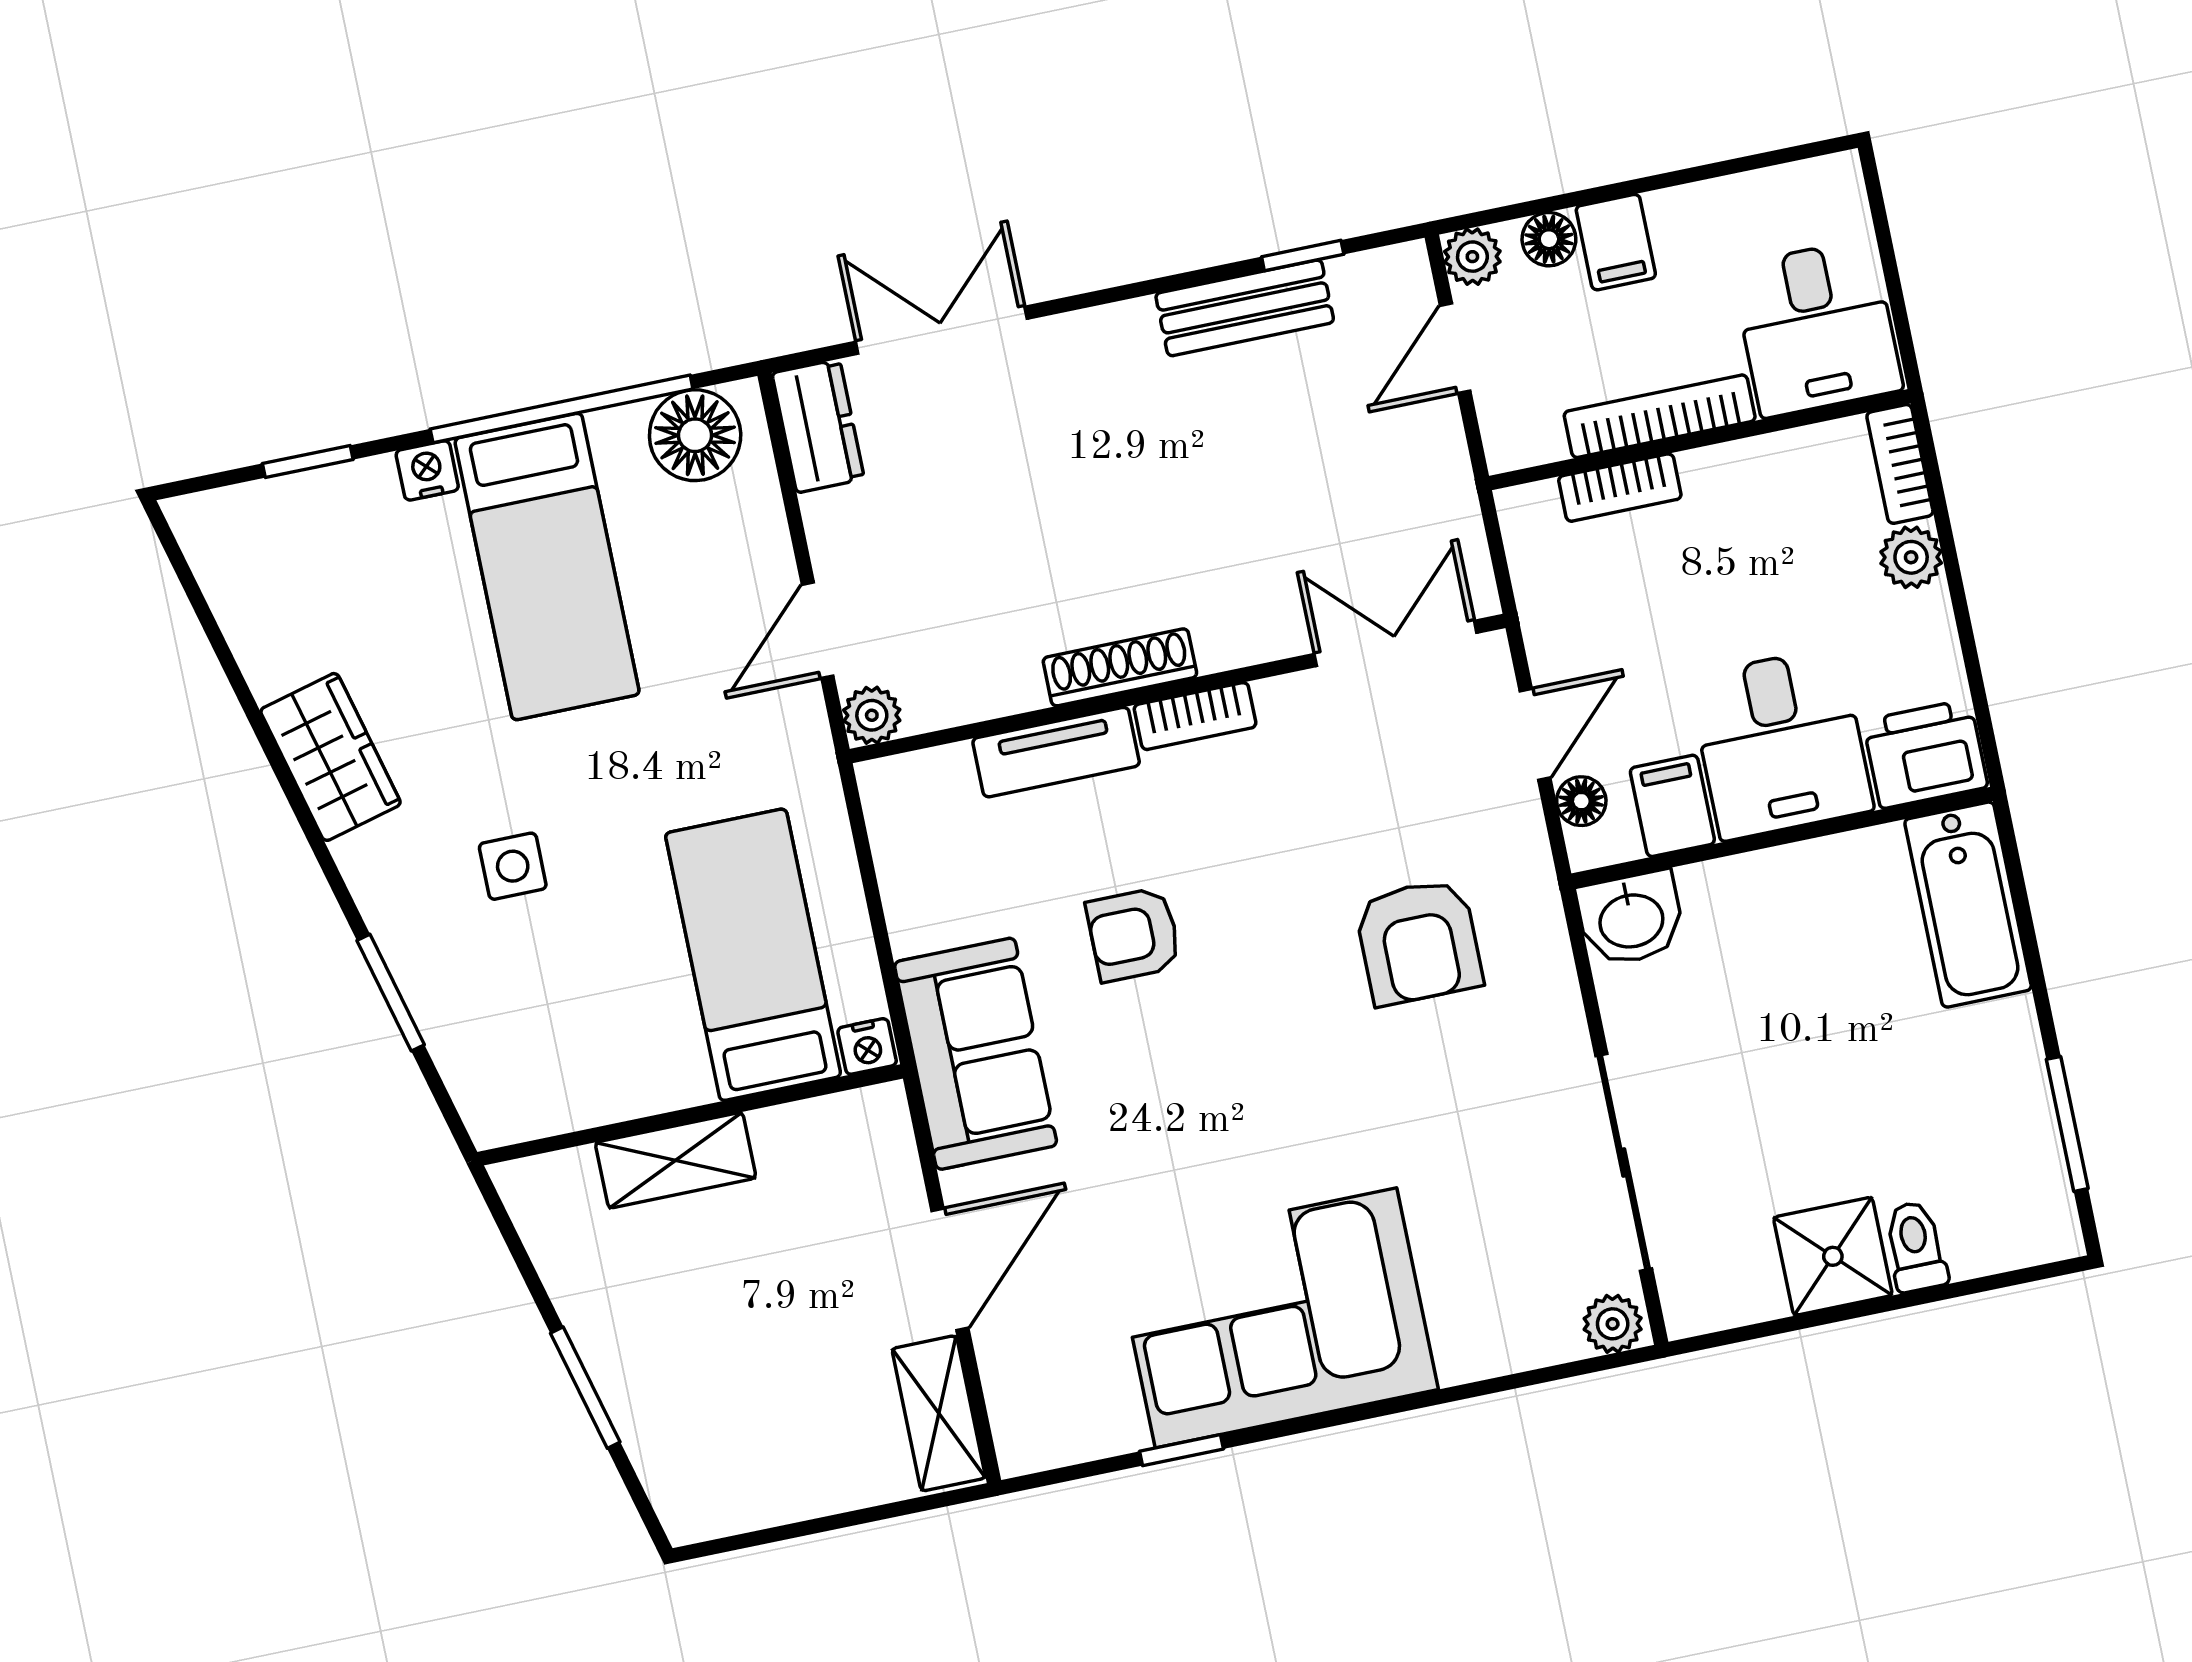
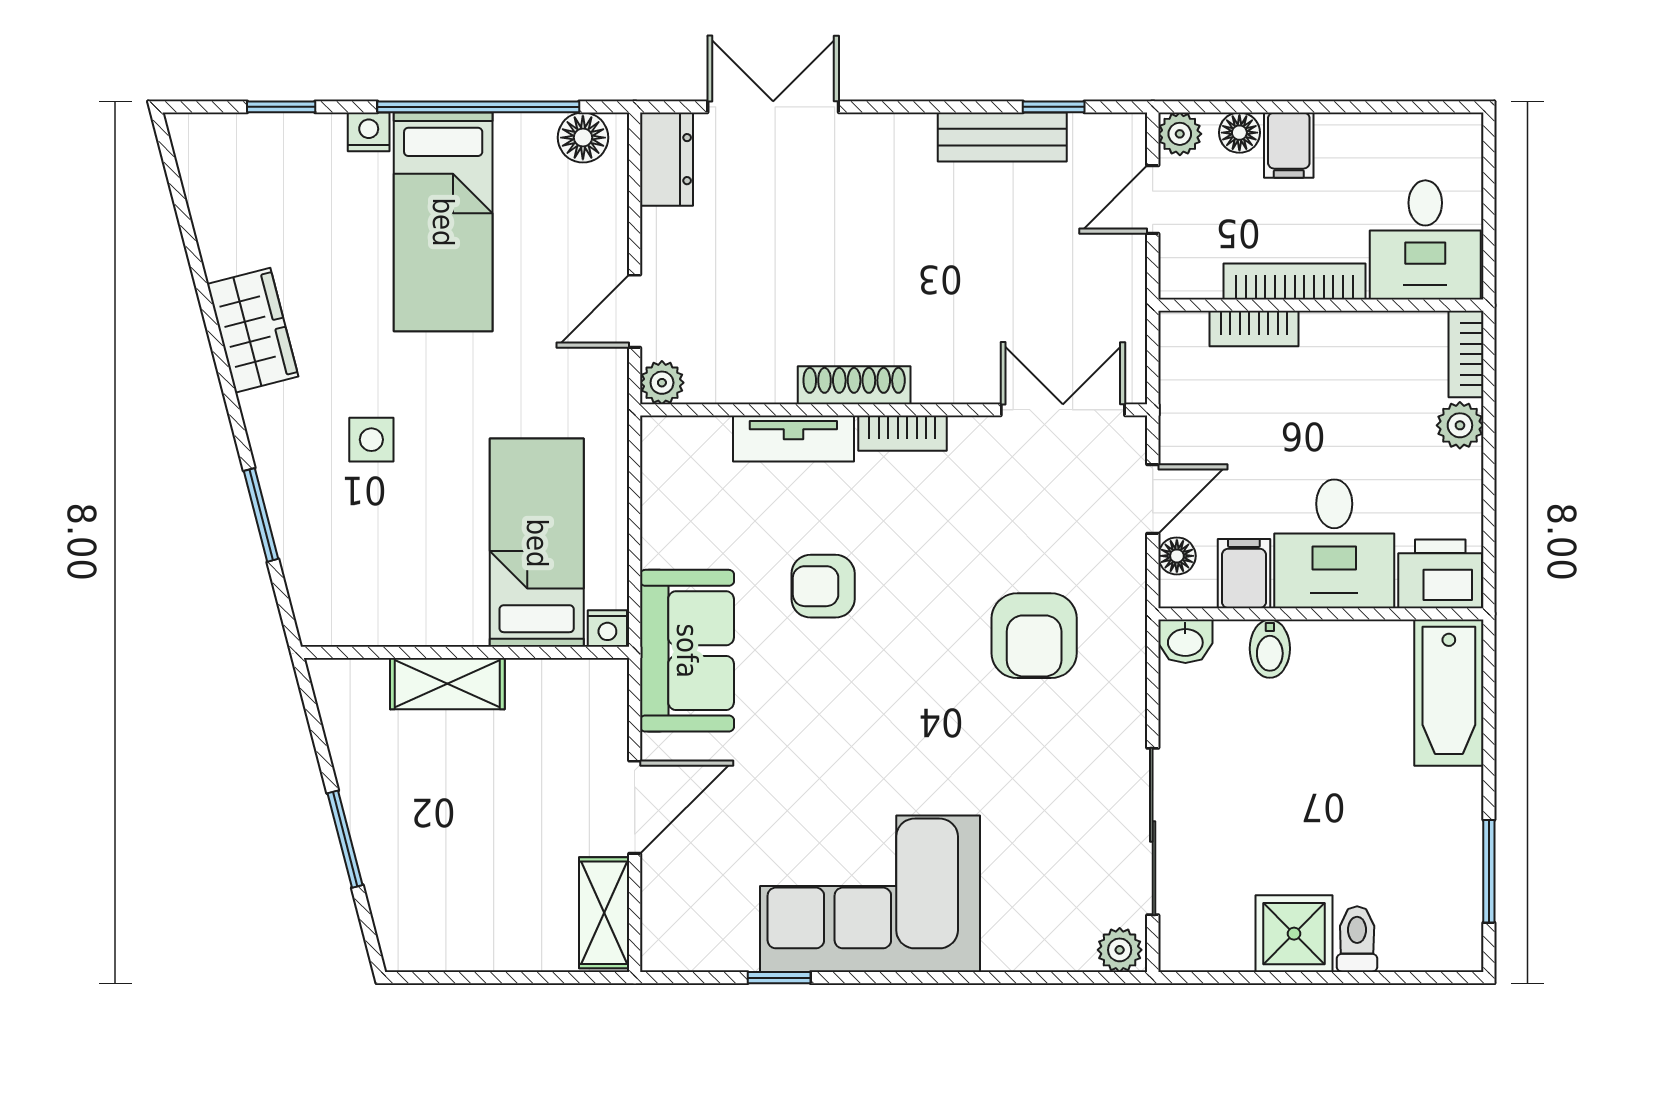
floor lamp: (695, 435) -> (583, 138), width x0.73, depth x0.73
bidet: (1726, 896) -> (1270, 649), added
washbasin: (1631, 919) -> (1185, 641), width x0.72, depth x0.69

